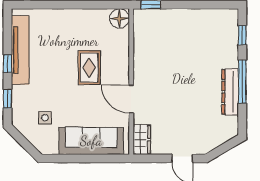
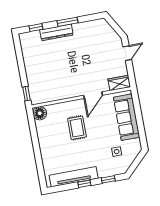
rug: (89, 68) -> (77, 128), turned 90
window: (242, 82) -> (67, 22), width x0.69
dresser: (230, 92) -> (56, 32), moved

